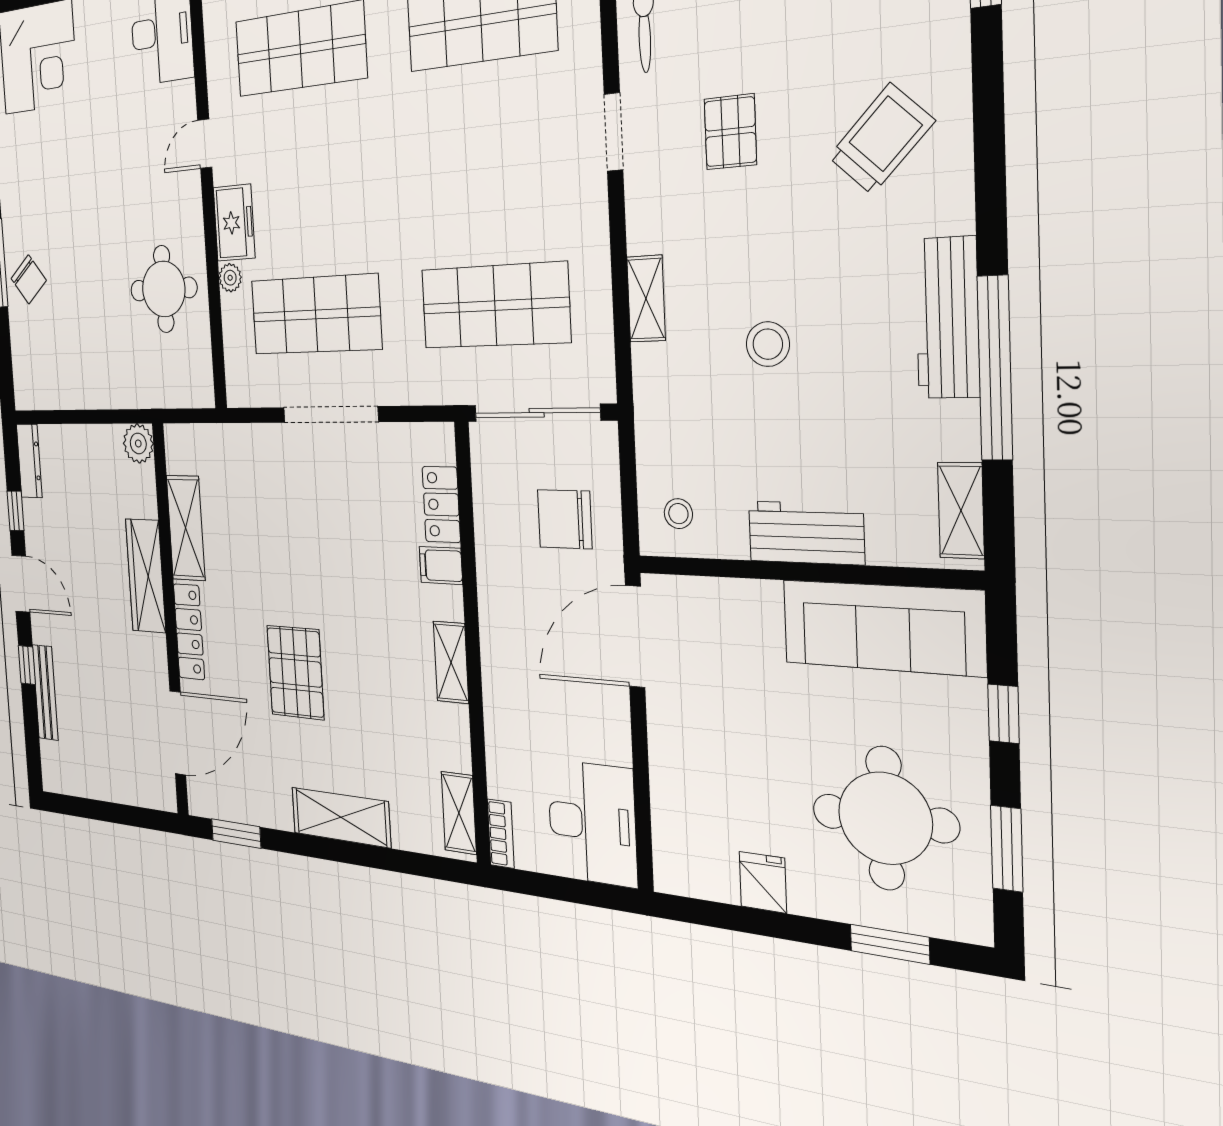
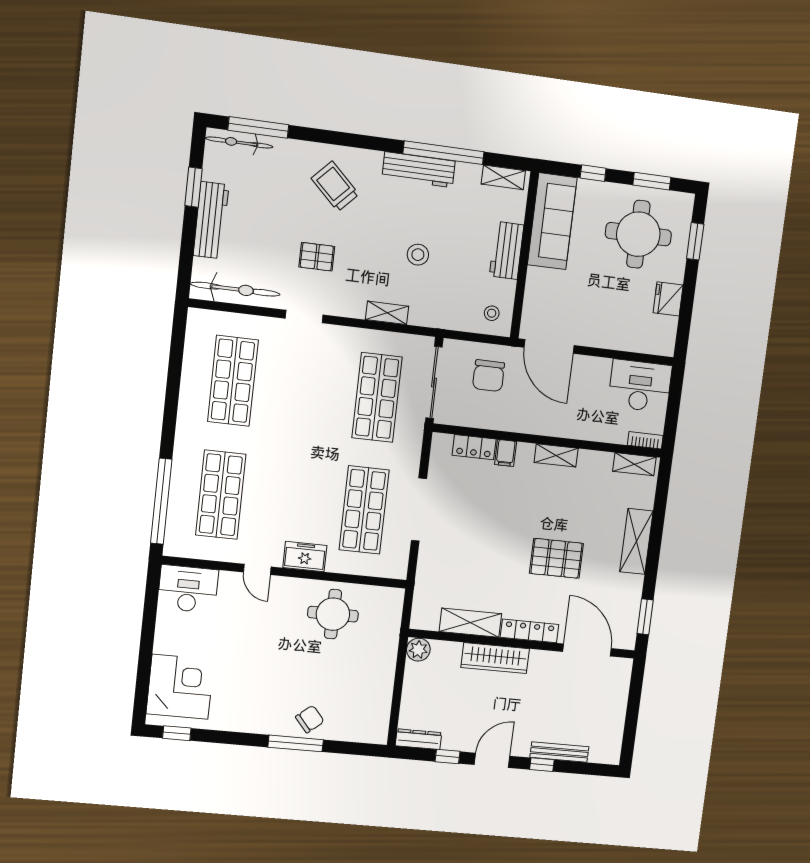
plant: (230, 278) -> (335, 565), removed
fridge: (763, 882) -> (668, 299), width x1.38

